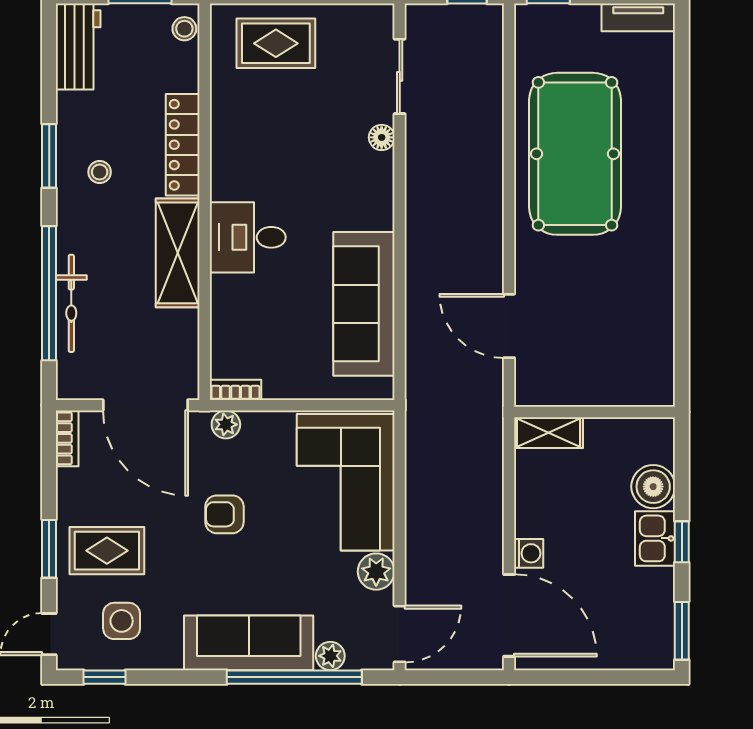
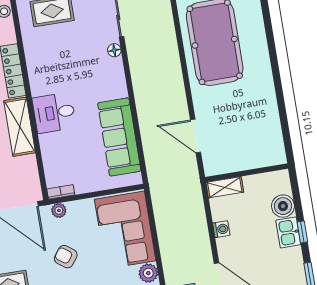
armchair: (224, 514) -> (66, 257), turned 37
washing machine: (529, 553) -> (221, 229), moved

